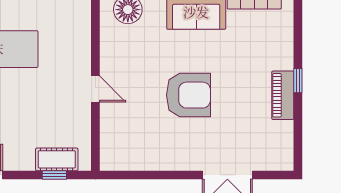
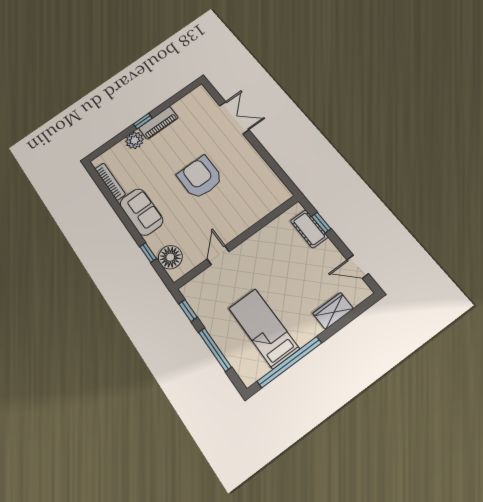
plant: (282, 58) -> (135, 140), added
door: (95, 89) -> (218, 255), moved

